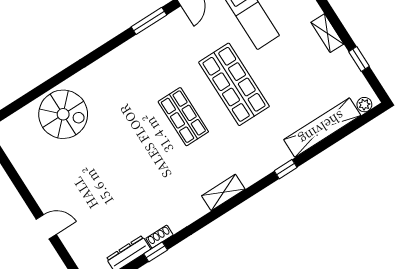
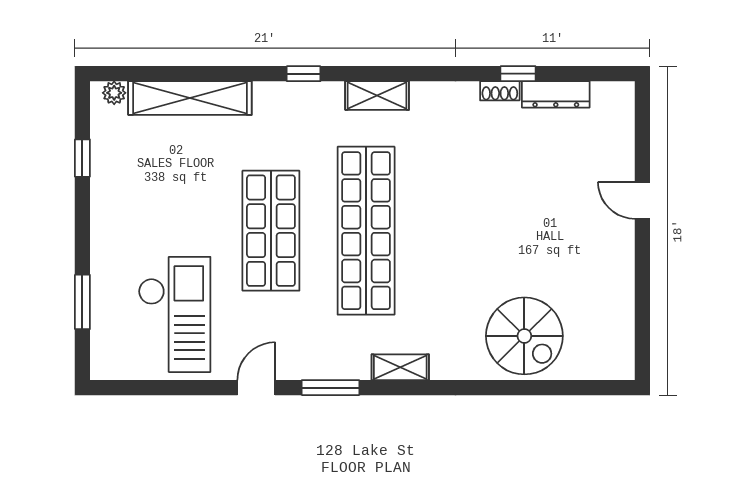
shelving: (327, 33) -> (400, 367), moved, turned 90
spiral stairs: (63, 114) -> (524, 336), turned 180
shop shelf: (183, 117) -> (366, 231), width x2.00, depth x1.36
window: (286, 169) -> (304, 74), moved

